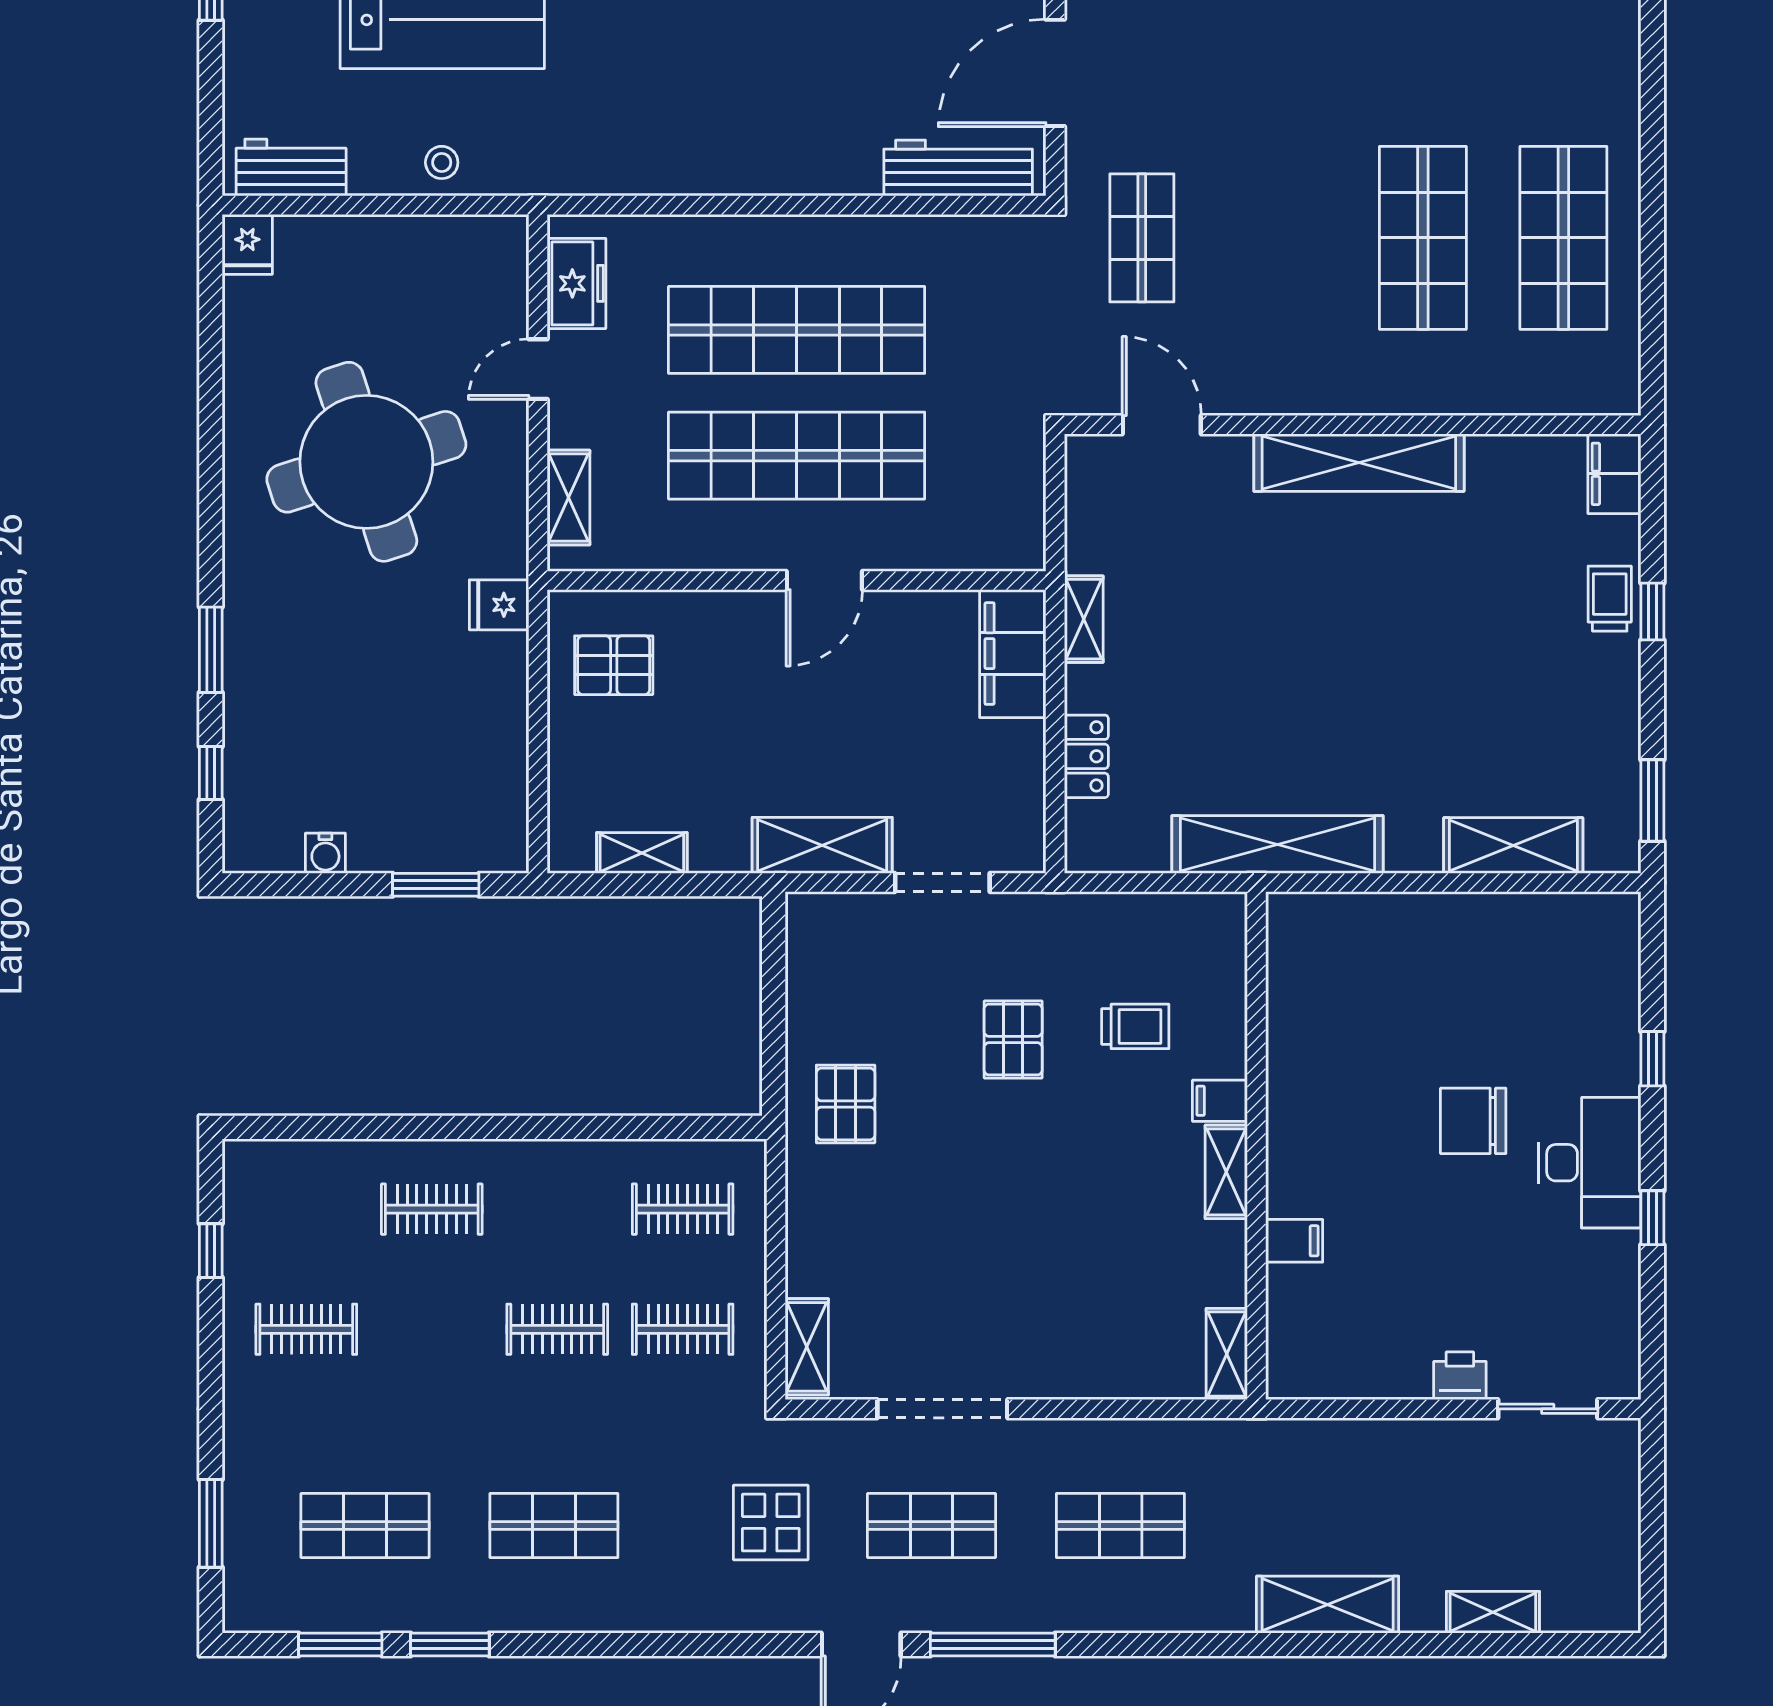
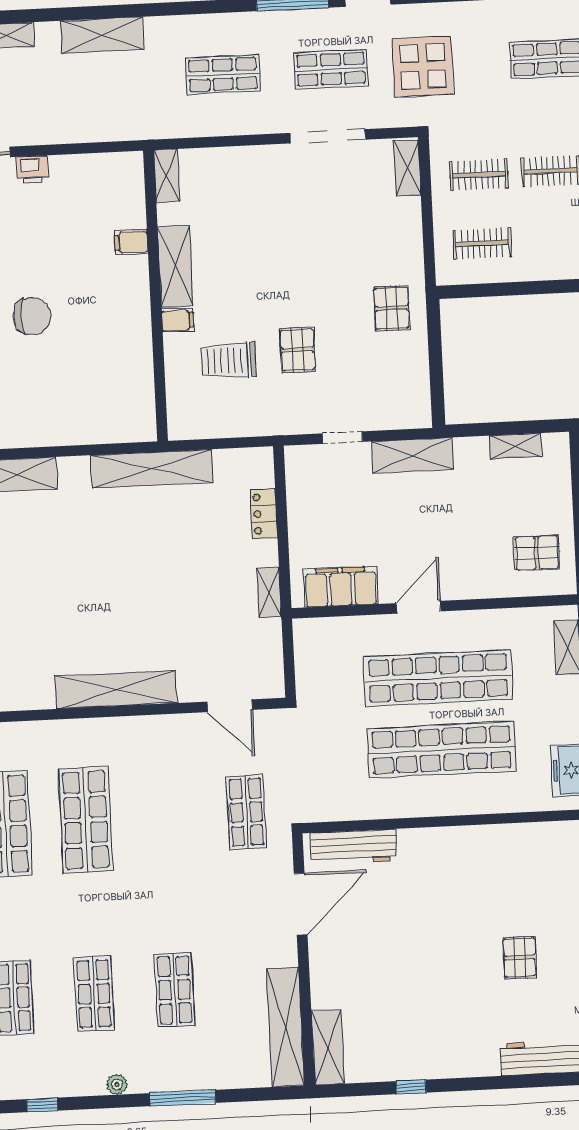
filing cabinet: (1013, 654) -> (341, 587), moved, turned -90
doorway: (942, 882) -> (343, 438), width x0.73
trolley: (1135, 1026) -> (228, 361), width x1.36, depth x1.39
shelving: (1226, 1172) -> (175, 266), width x1.50, depth x1.33
display table: (771, 1523) -> (423, 66), width x1.36, depth x1.36

